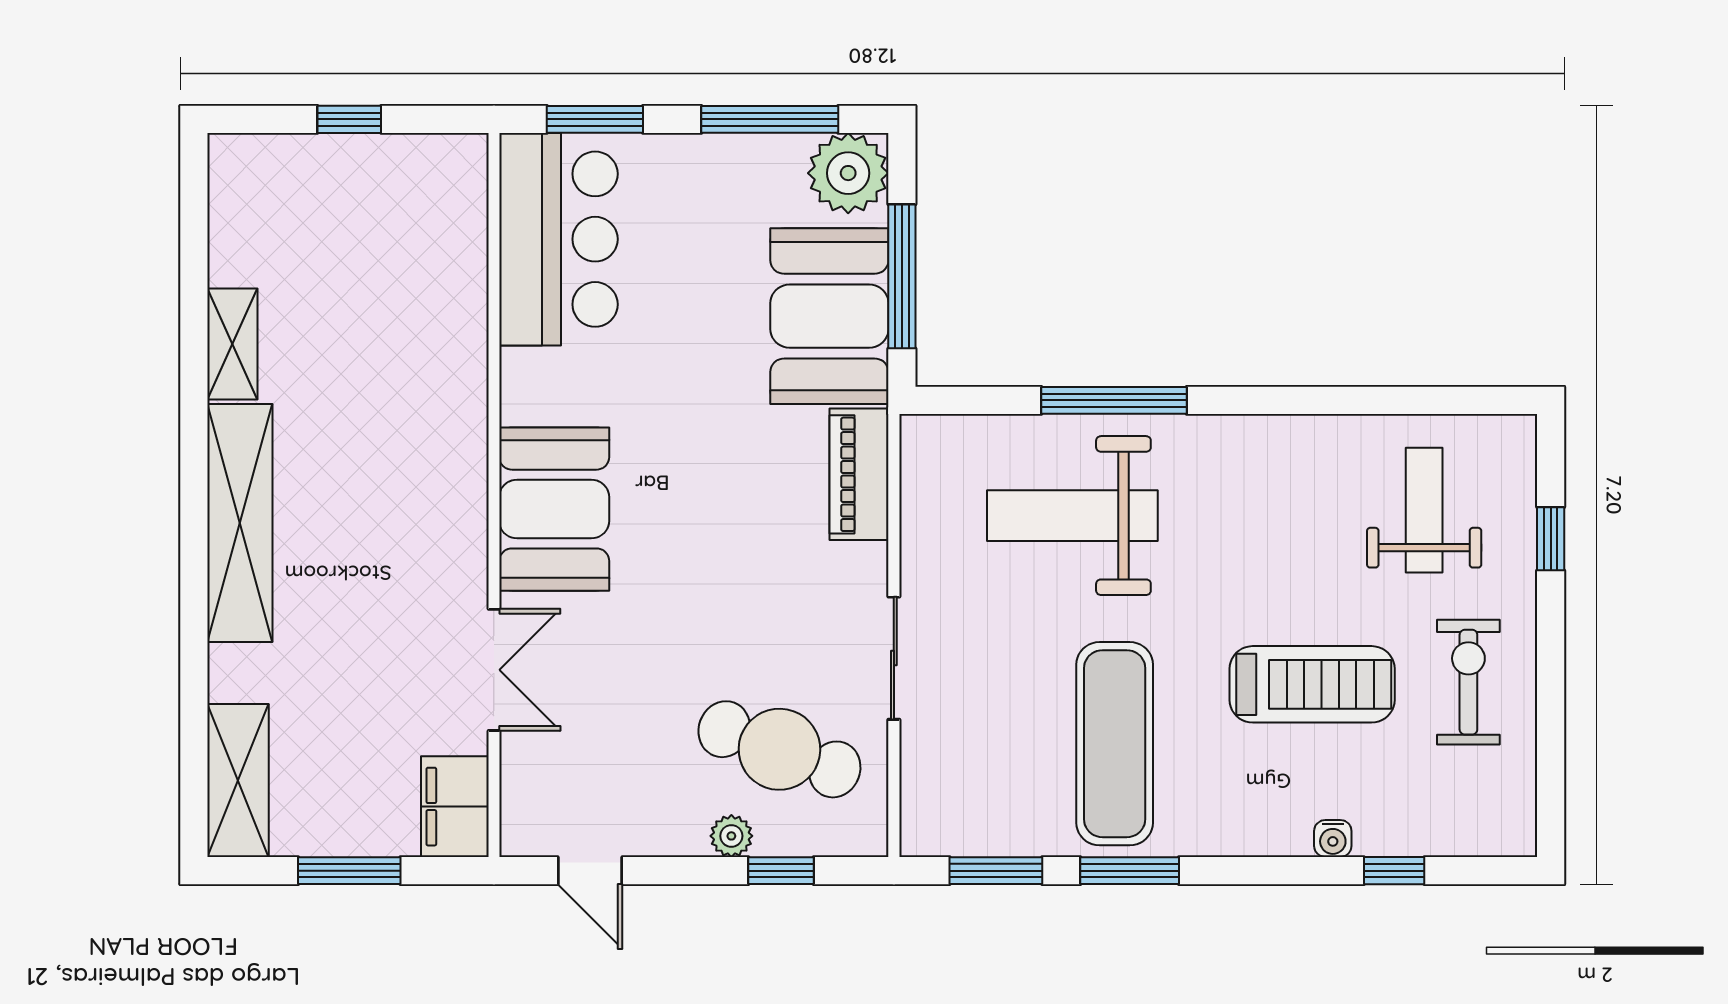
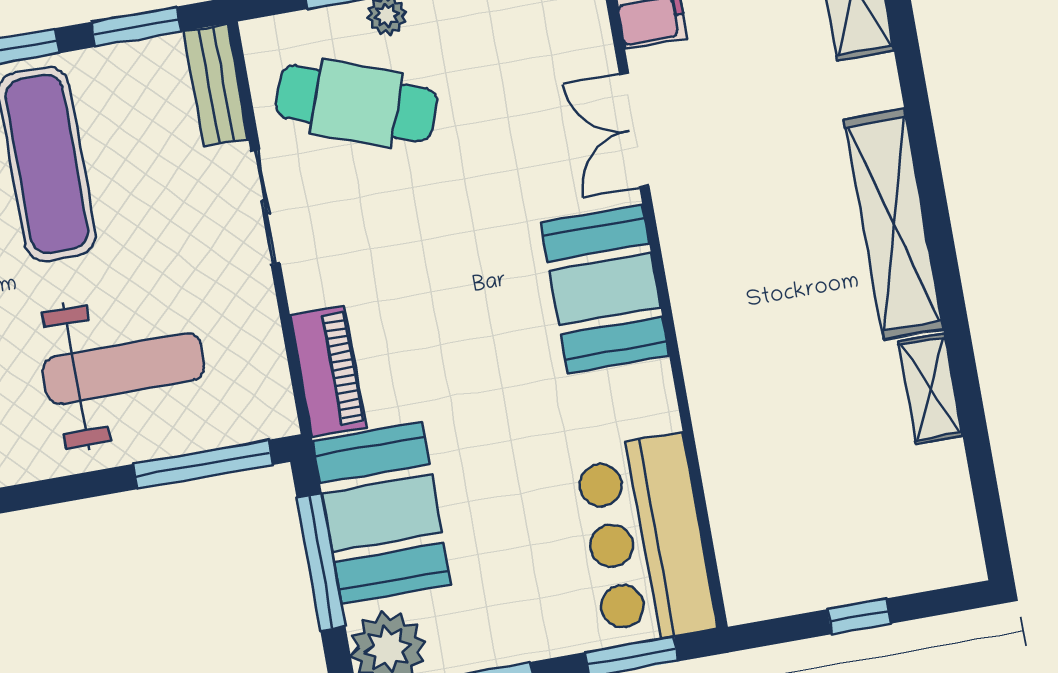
window: (1114, 400) -> (203, 464), moved
bench: (923, 795) -> (216, 85), added

